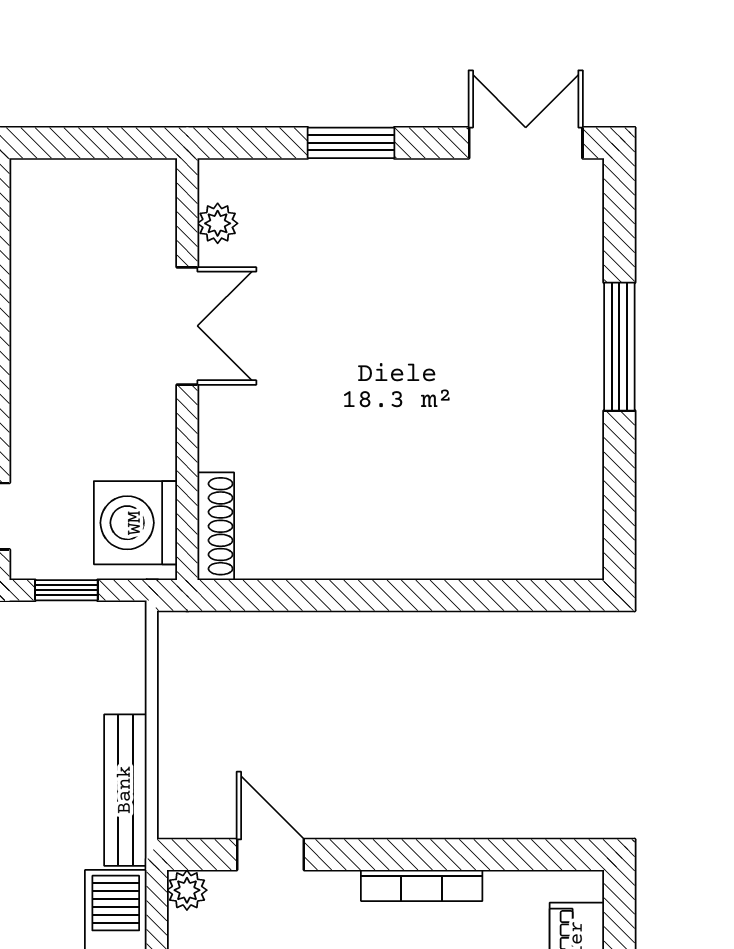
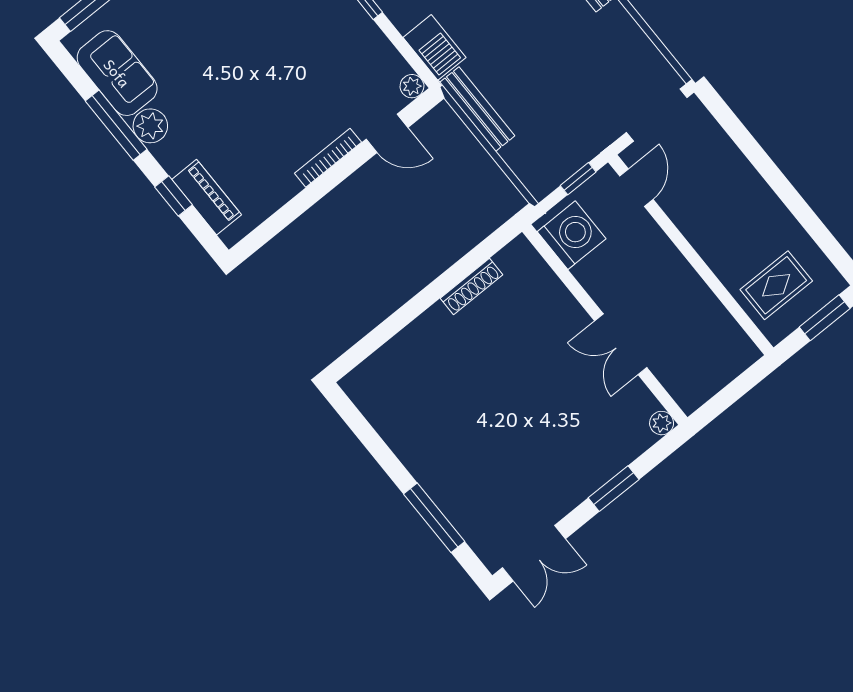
plant: (218, 223) -> (662, 423), moved
window: (619, 347) -> (434, 518), moved
shoe rack: (216, 526) -> (472, 287), moved, turned -90
bookcase: (422, 885) -> (328, 158), moved

